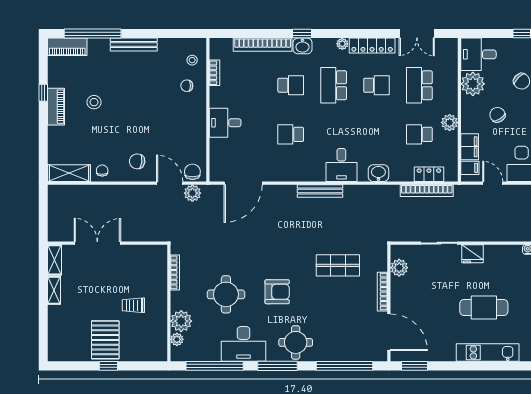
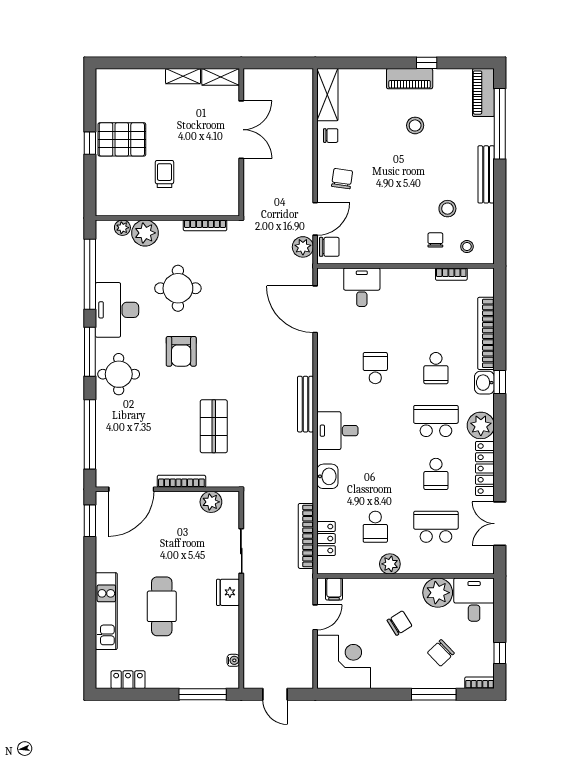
plant: (342, 44) -> (481, 425), width x1.88, depth x1.88
stool: (161, 76) -> (447, 209), added
desk: (225, 123) -> (362, 287), moved
school desk: (419, 134) -> (375, 527), turned 180
filing cabinet: (470, 147) -> (360, 589), removed

